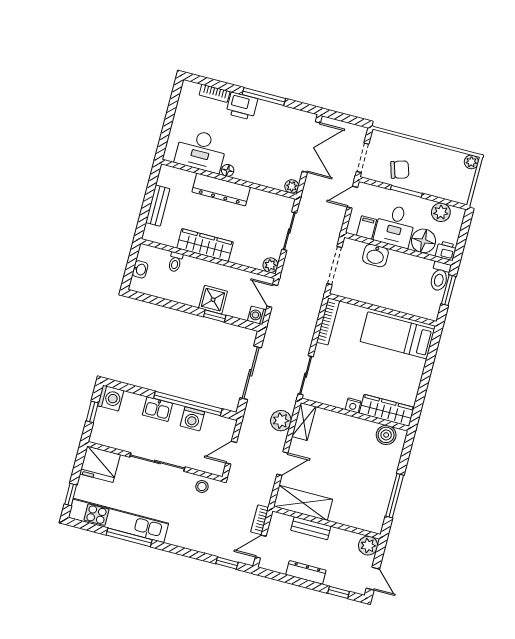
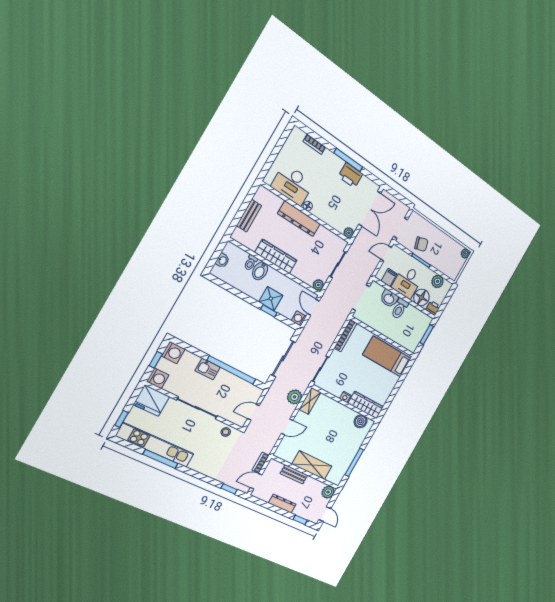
printer: (242, 106) -> (350, 175), moved
bidet: (190, 269) -> (260, 271), added
toilet: (440, 276) -> (400, 309), moved
washing machine: (192, 419) -> (158, 378), moved, turned -90
shelving: (303, 503) -> (312, 465), moved

